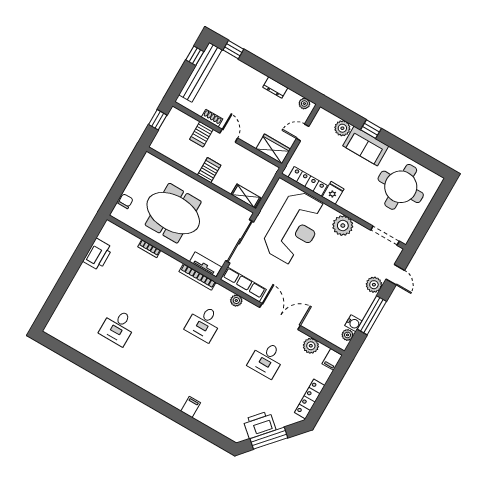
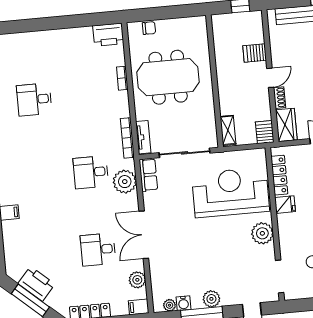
shoe rack: (212, 118) -> (280, 98), moved
server rack: (209, 170) -> (265, 132), moved, turned -90
meeting table: (173, 213) -> (168, 77), turned 90
reception desk: (295, 228) -> (230, 192), turned 180
printer: (98, 254) -> (108, 35), moved
row of seats: (243, 284) -> (148, 175), width x0.68
plant: (374, 285) -> (211, 299), moved
plant: (236, 300) -> (125, 182), width x1.88, depth x1.88
double door: (280, 317) -> (144, 235), swing flipped

